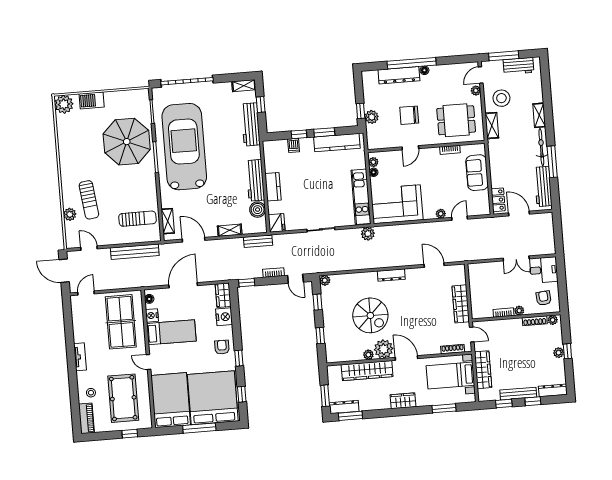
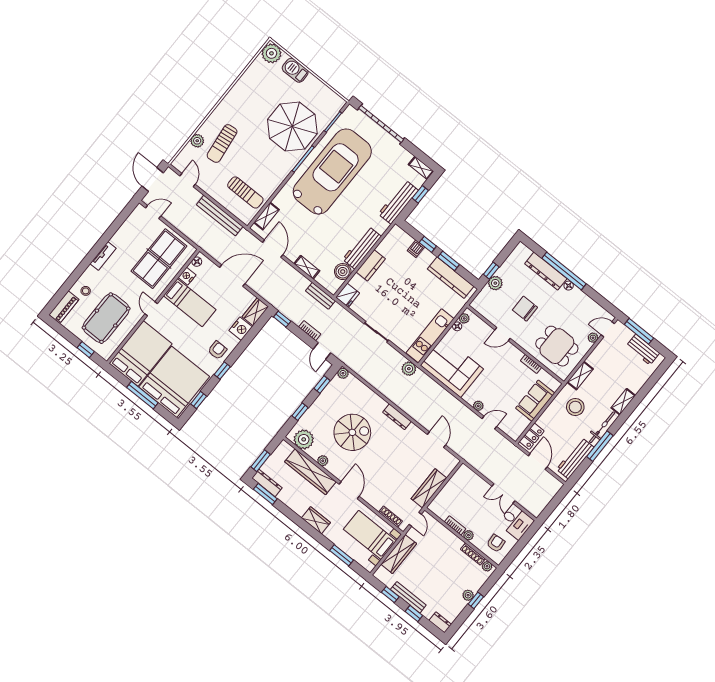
stool: (501, 98) -> (575, 407), moved
spiral stairs: (370, 315) -> (352, 432), turned -90
plant: (384, 349) -> (304, 439), moved
dresser: (553, 390) -> (440, 622), width x0.70

